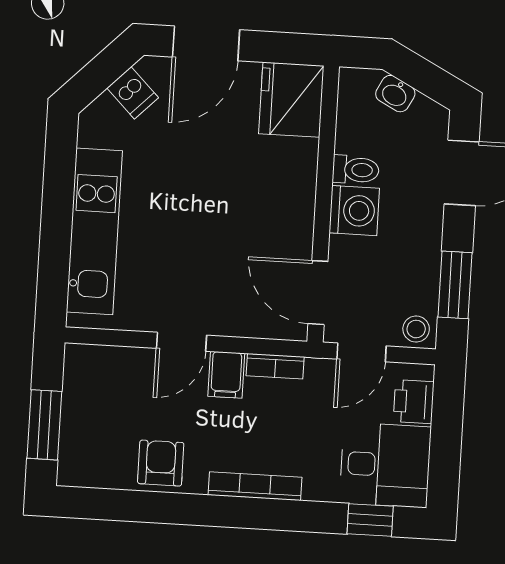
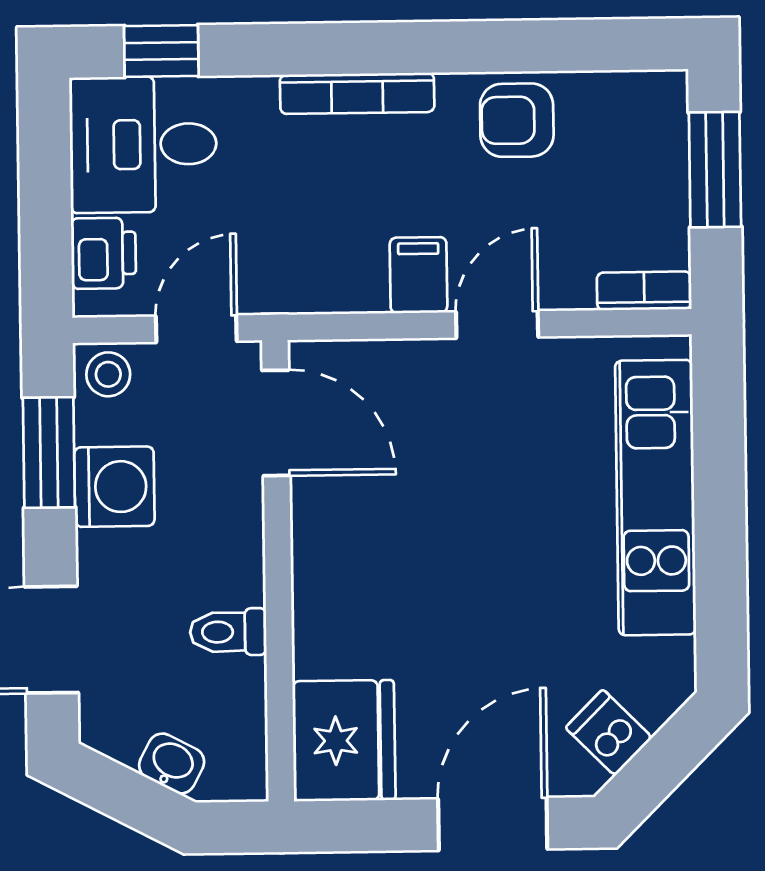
washing machine: (354, 211) -> (114, 487), moved, turned 180
bookcase: (275, 366) -> (644, 291), moved
armchair: (161, 463) -> (517, 120), turned 90

